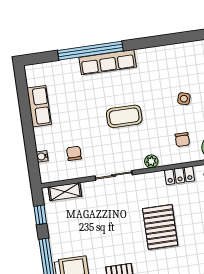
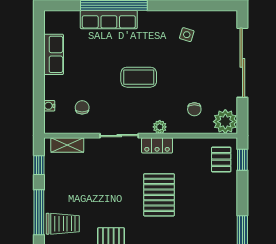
row of seats: (108, 62) -> (109, 20), moved
side table: (184, 99) -> (187, 35), moved
locker: (180, 175) -> (157, 145), moved

